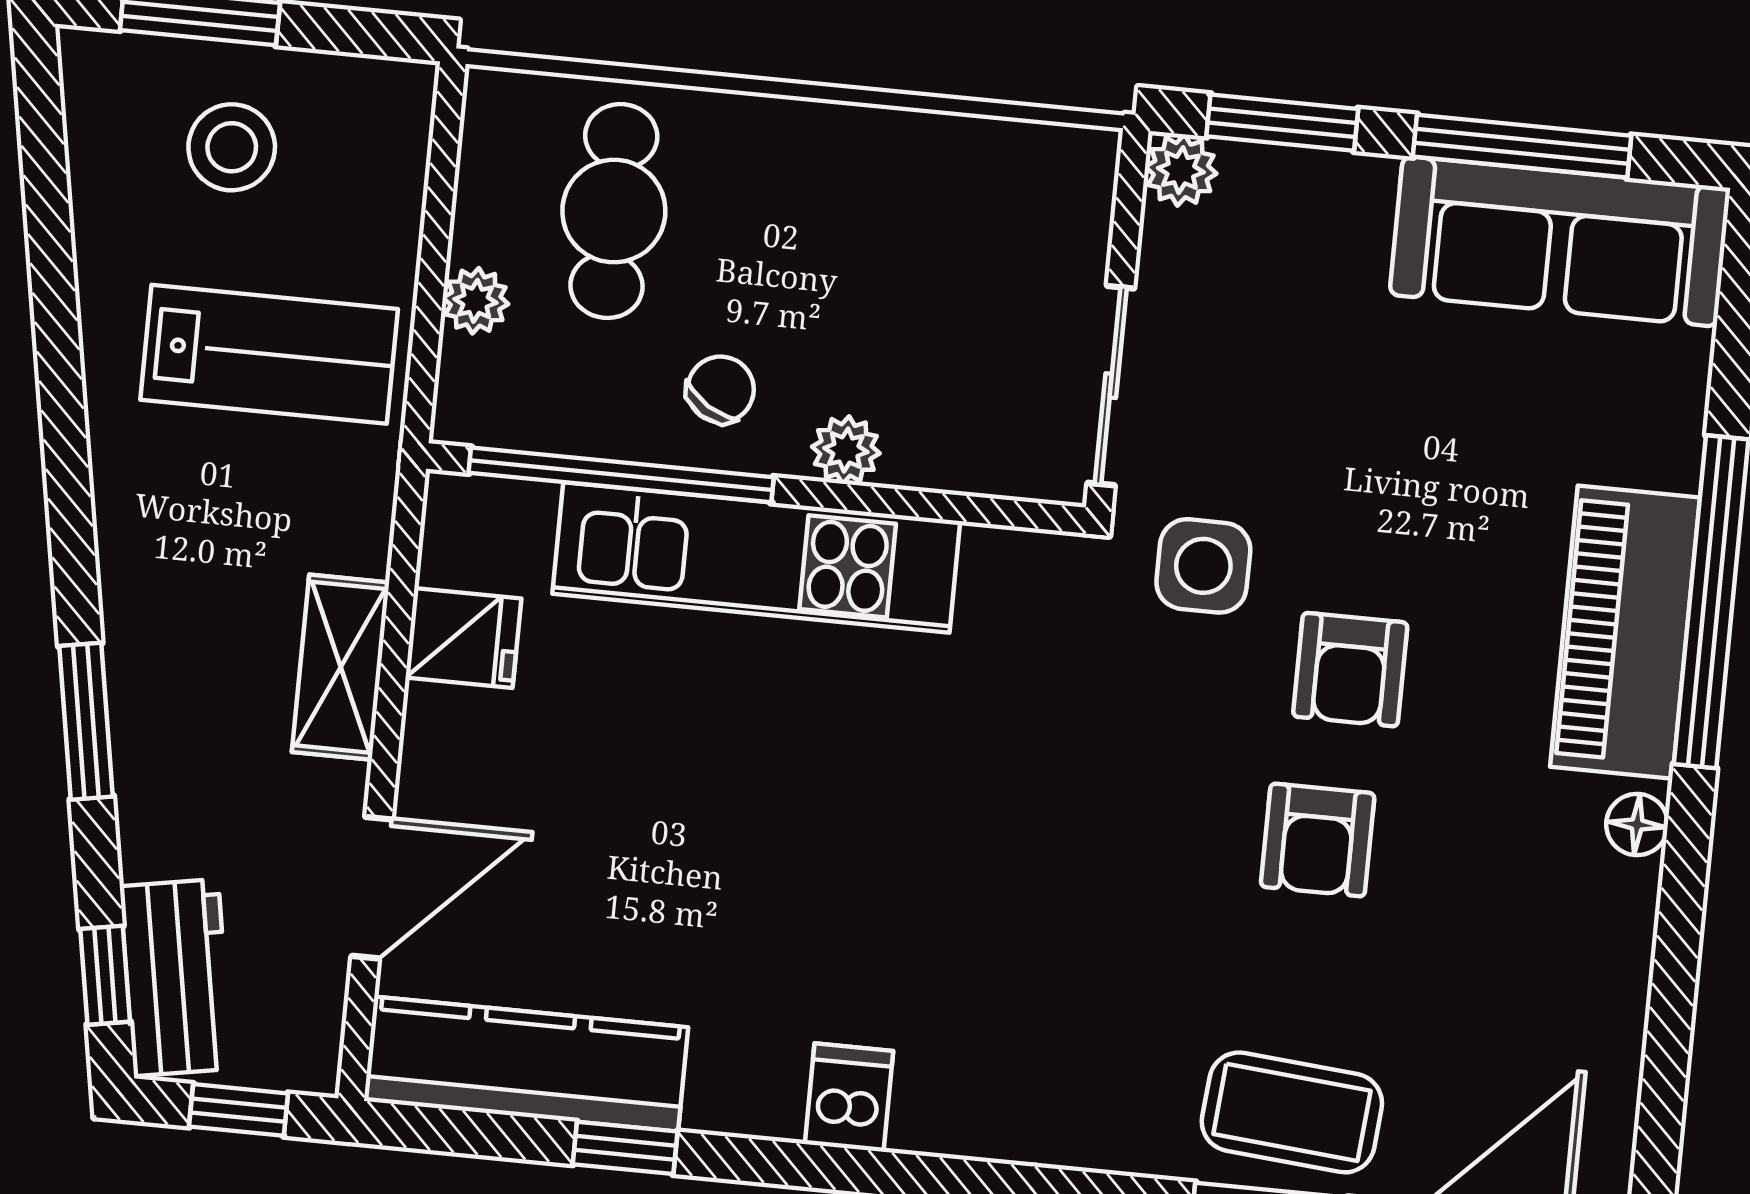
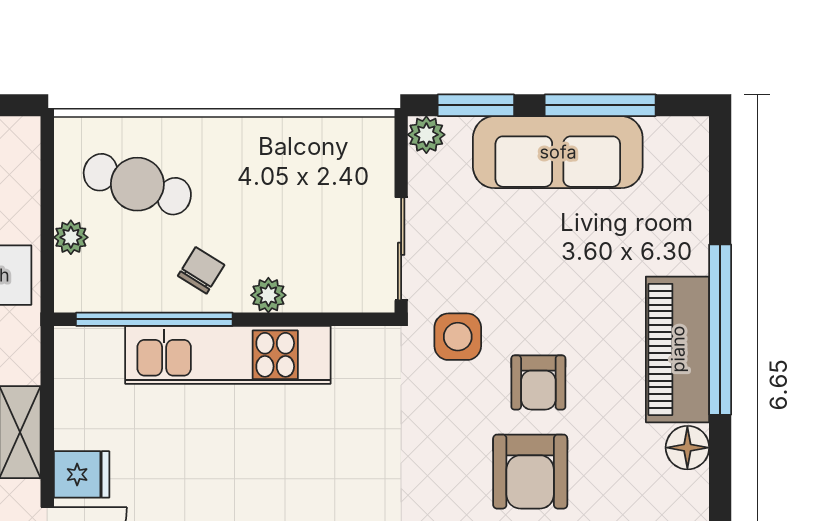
cafe table: (614, 211) -> (137, 184), turned -72
sofa: (1560, 241) -> (558, 152), moved
fridge: (463, 638) -> (82, 474), moved
floor lamp: (1637, 824) -> (687, 448), width x1.37, depth x1.37
armchair: (1318, 840) -> (530, 472), width x1.38, depth x1.38

